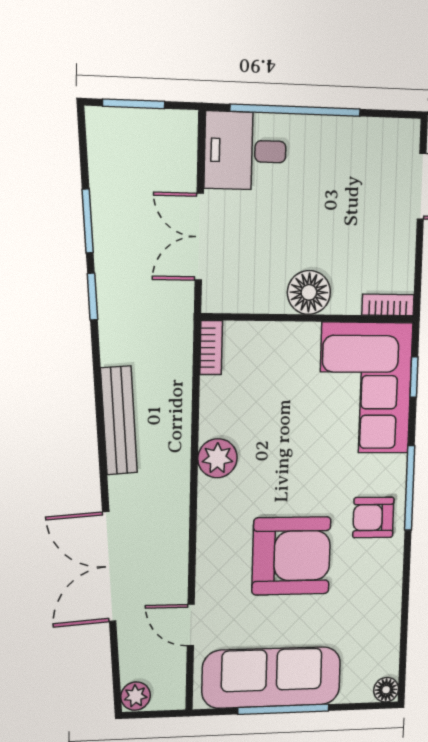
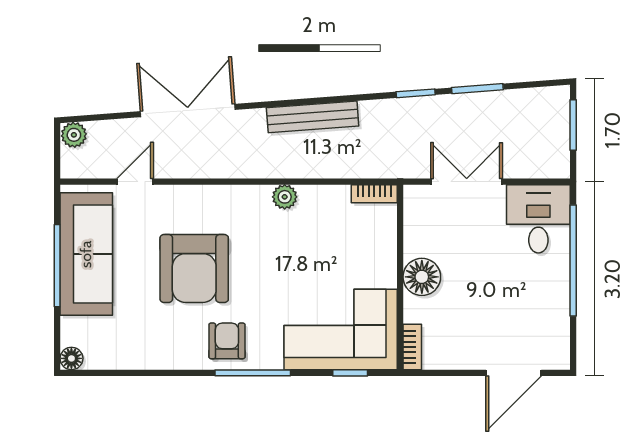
plant: (217, 458) -> (285, 197), width x0.73, depth x0.73

